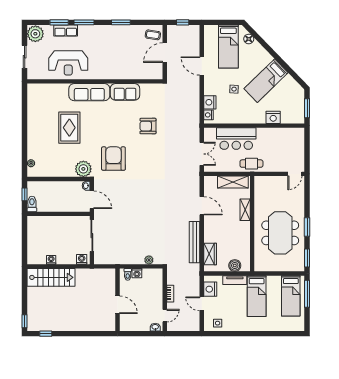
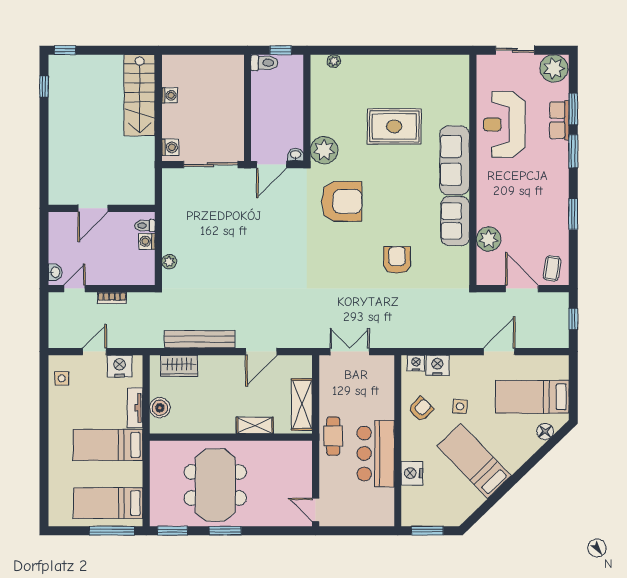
plant: (136, 72) -> (489, 239), added
armchair: (236, 112) -> (421, 409), added
bar counter: (236, 139) -> (376, 454), moved
double door: (202, 154) -> (350, 352), swing flipped
meeting table: (280, 233) -> (215, 485), turned 90
door: (165, 316) -> (75, 289), swing flipped

